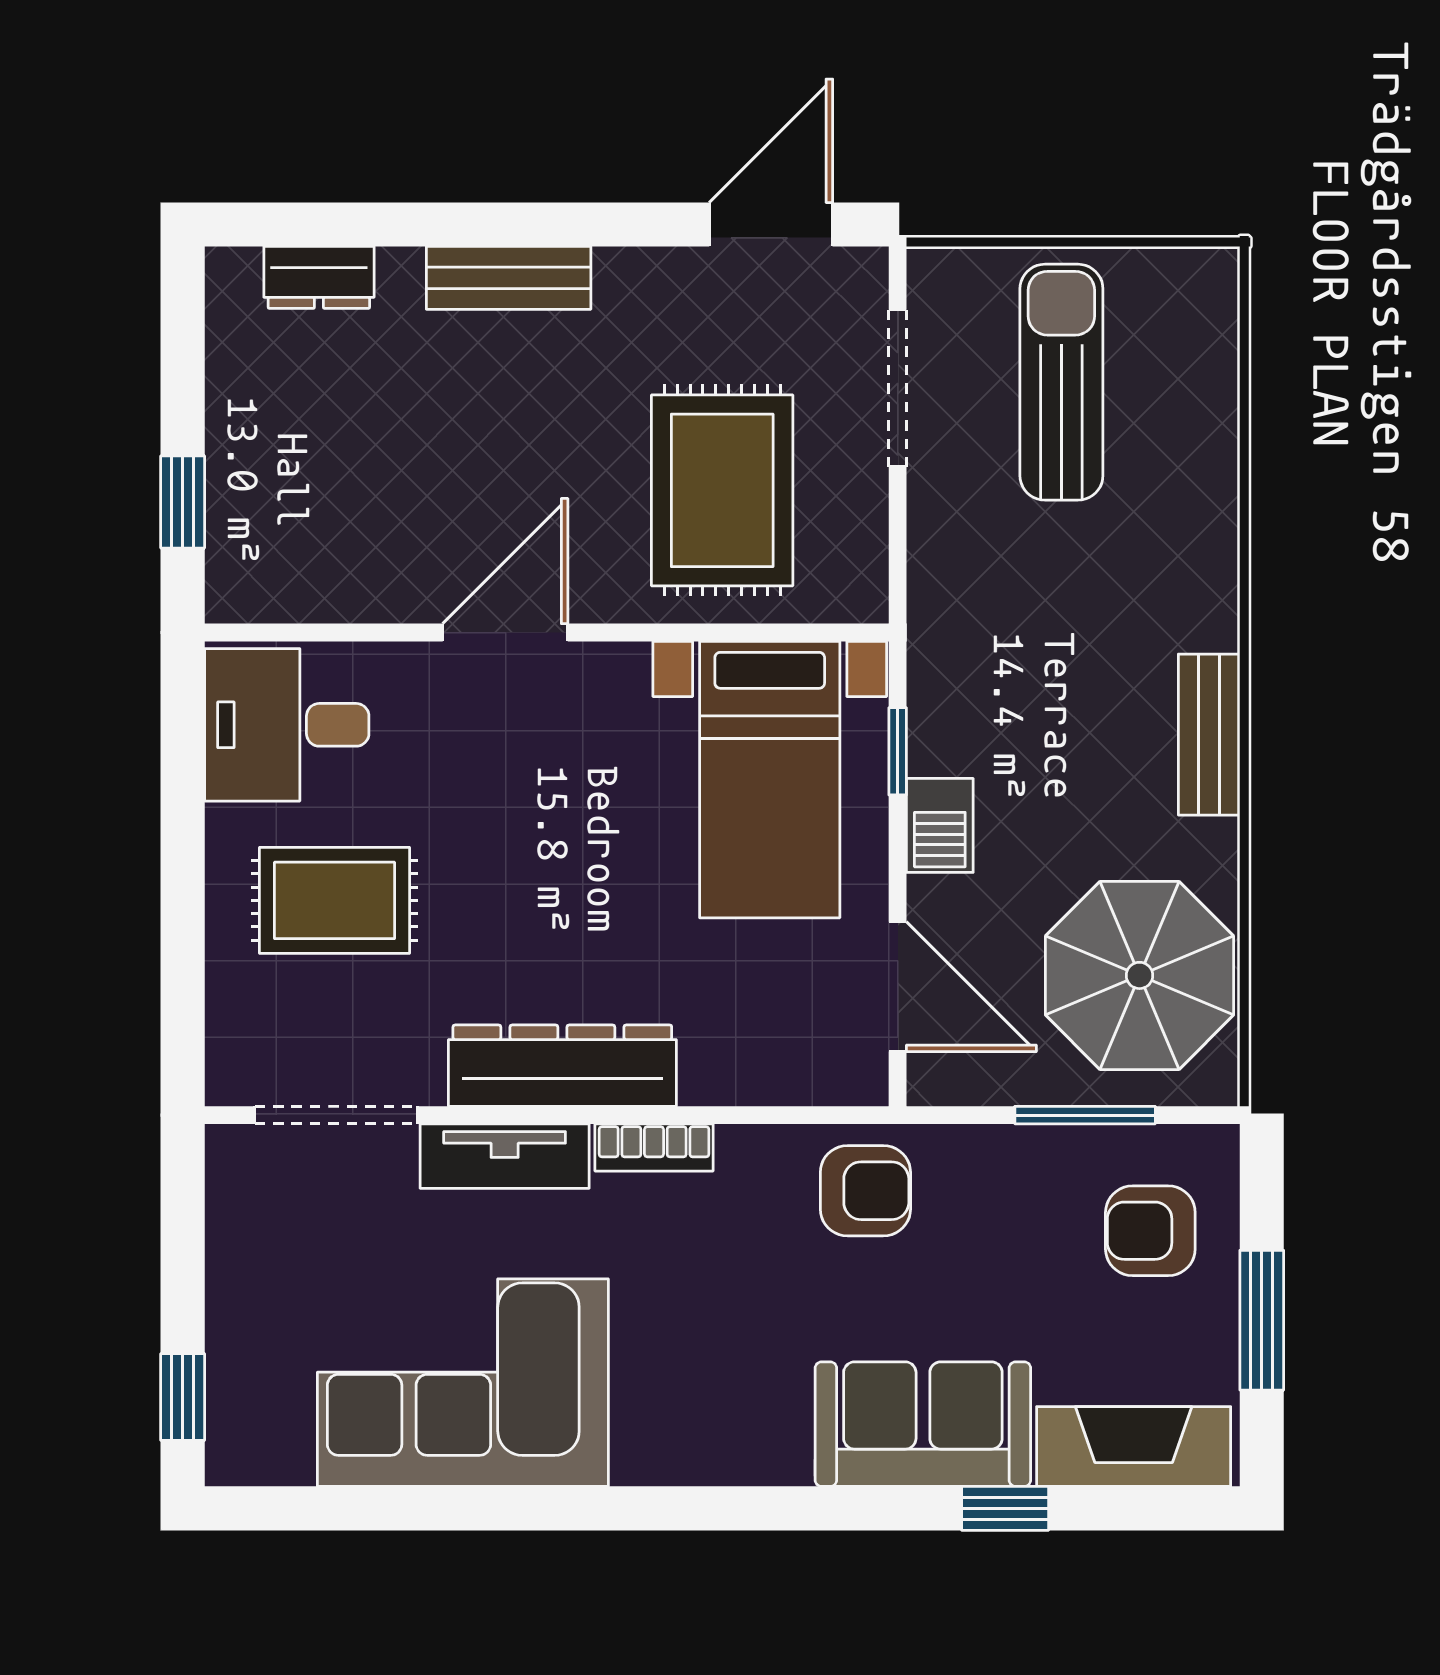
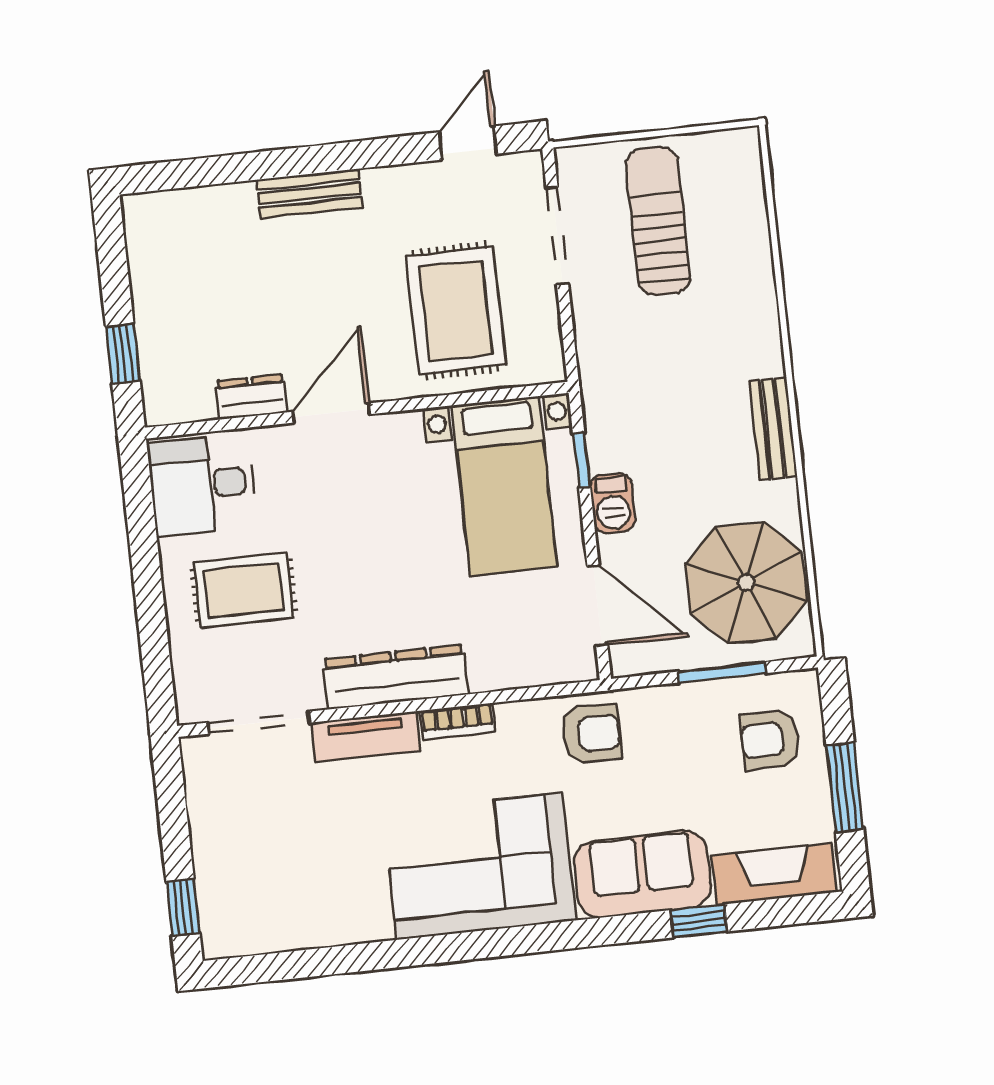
door: (771, 225) -> (468, 143), width x0.73
dresser: (319, 277) -> (251, 397), moved, turned 180
corner sofa: (463, 1383) -> (479, 866), moved

